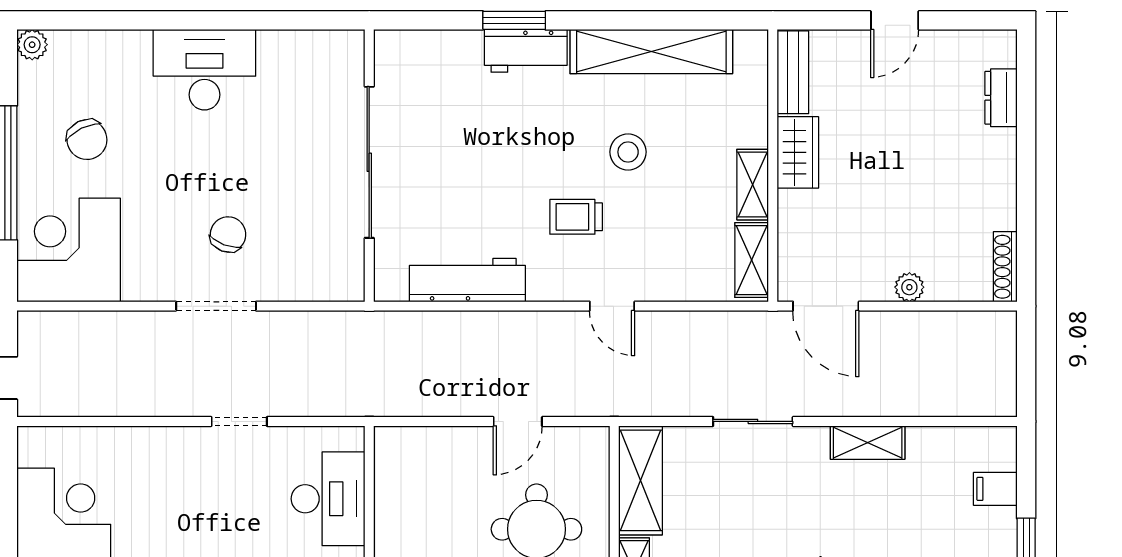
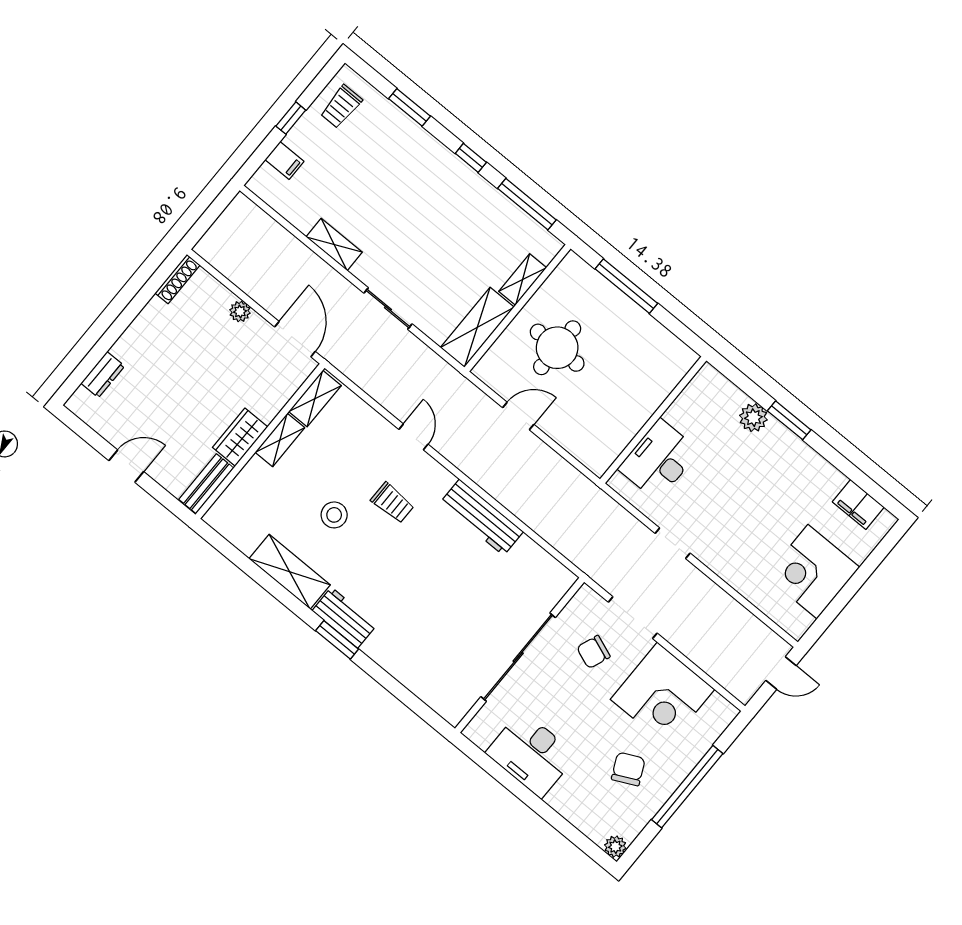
shelving: (651, 52) -> (290, 572), width x0.68
sliding door: (369, 162) -> (518, 657), moved
wall: (369, 166) -> (520, 655), moved
corner desk: (69, 250) -> (662, 694), moved

